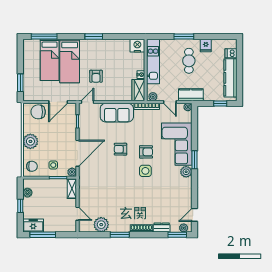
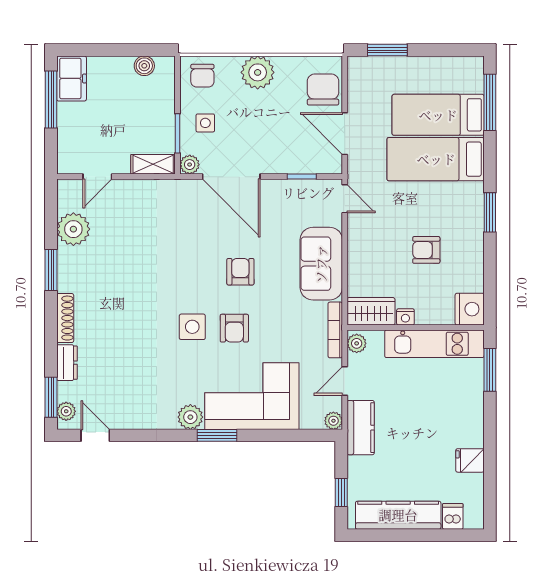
window: (184, 36) -> (490, 370), moved
cafe table: (189, 61) -> (436, 423), removed
armchair: (96, 76) -> (426, 250), moved
window: (20, 206) -> (115, 50), removed

